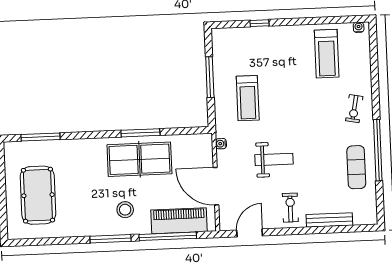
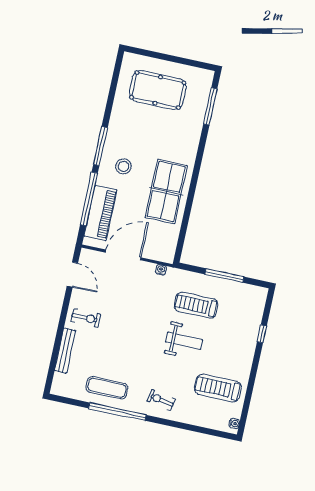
window: (140, 133) -> (190, 199), removed
weight bench: (274, 159) -> (184, 341), moved, turned -90

